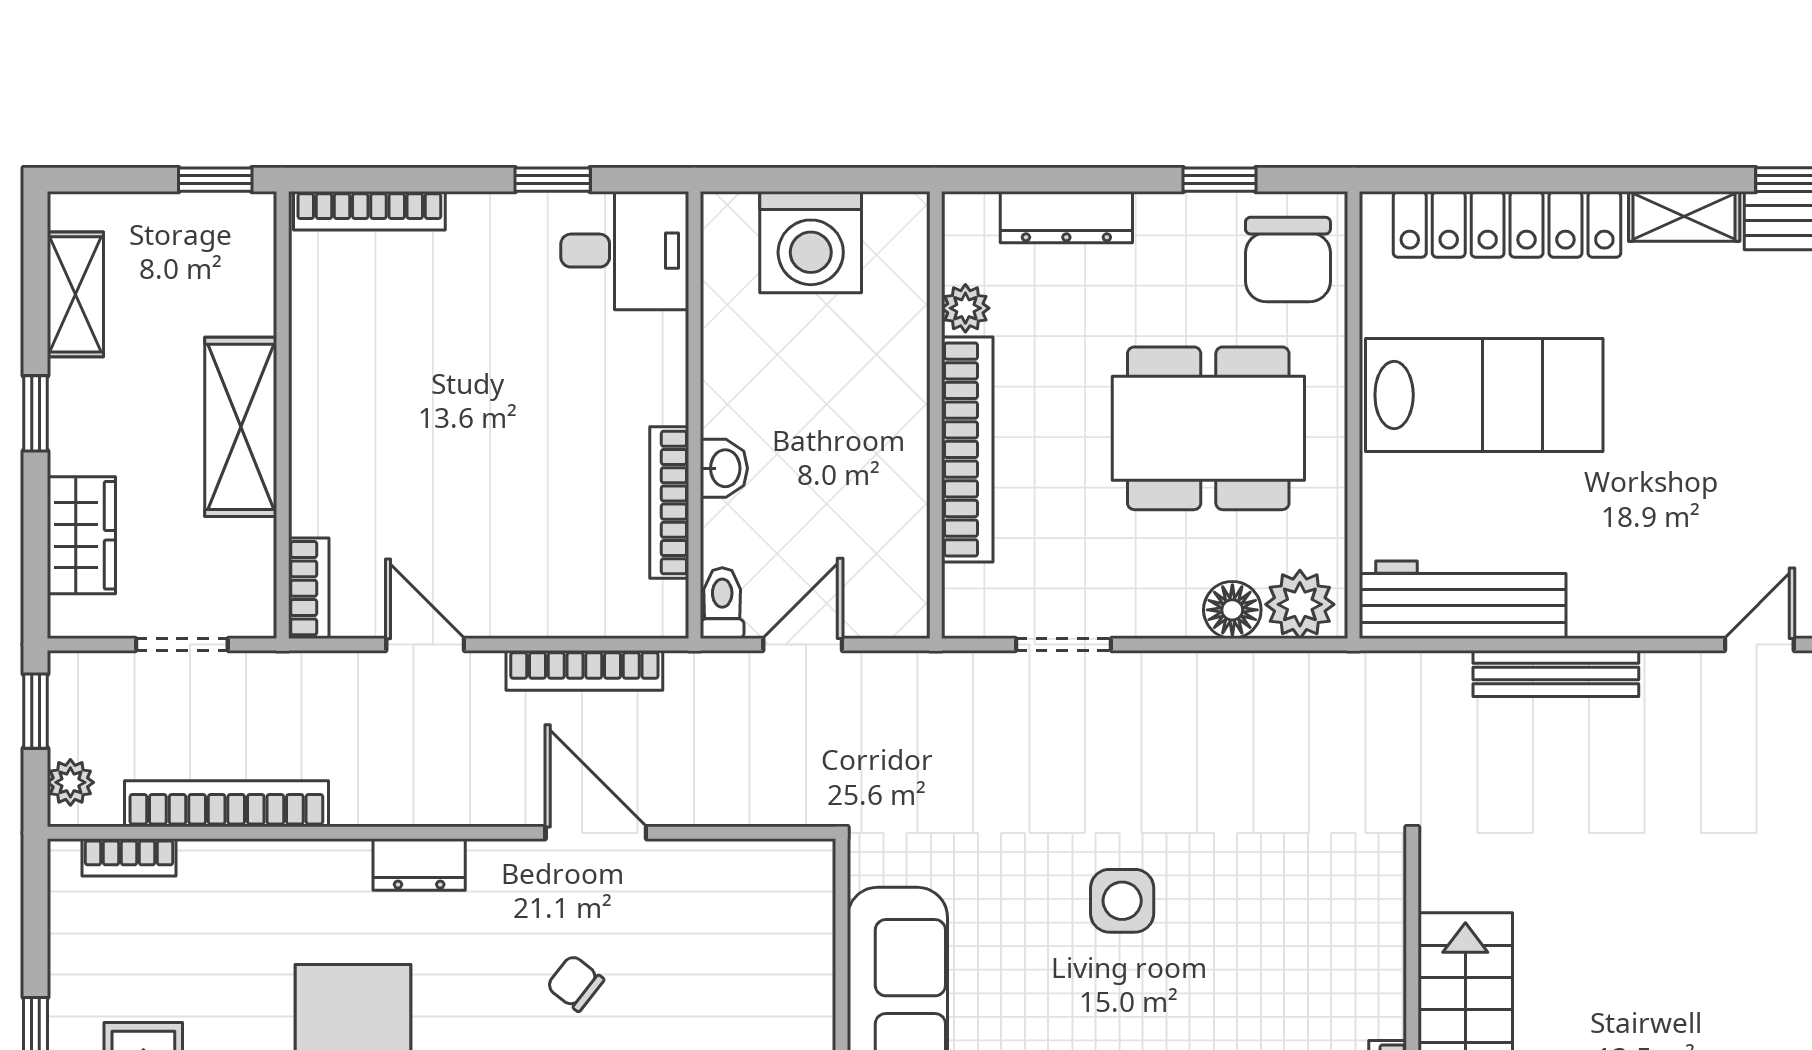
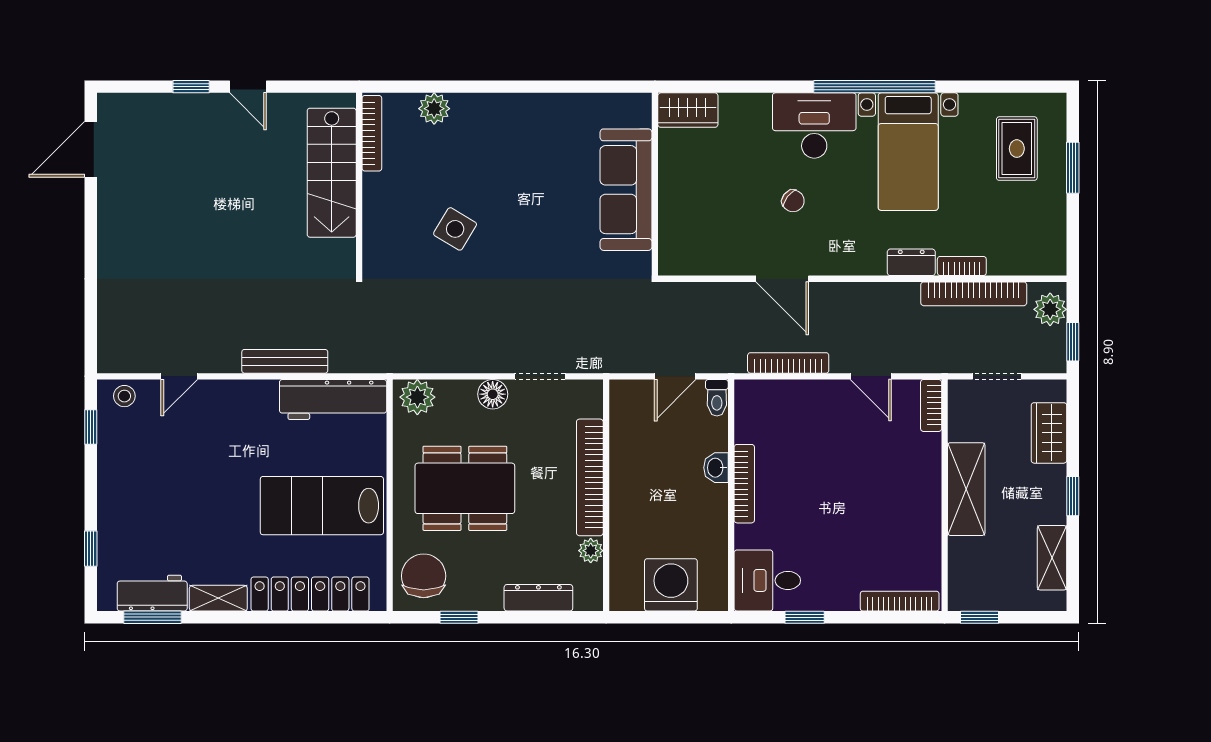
bookcase: (669, 503) -> (744, 484), moved
floor lamp: (1232, 610) -> (493, 394), moved
plant: (70, 782) -> (1050, 309), width x1.38, depth x1.38
bookcase: (129, 857) -> (962, 266), moved
dresser: (419, 864) -> (911, 262), moved
side table: (1122, 901) -> (455, 229), moved, turned 31

